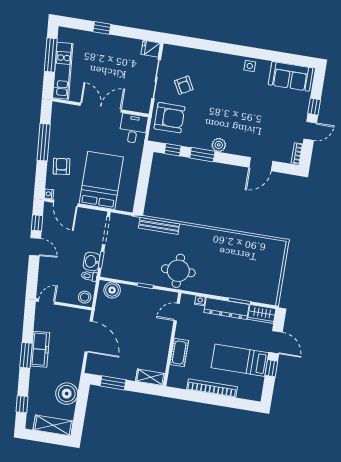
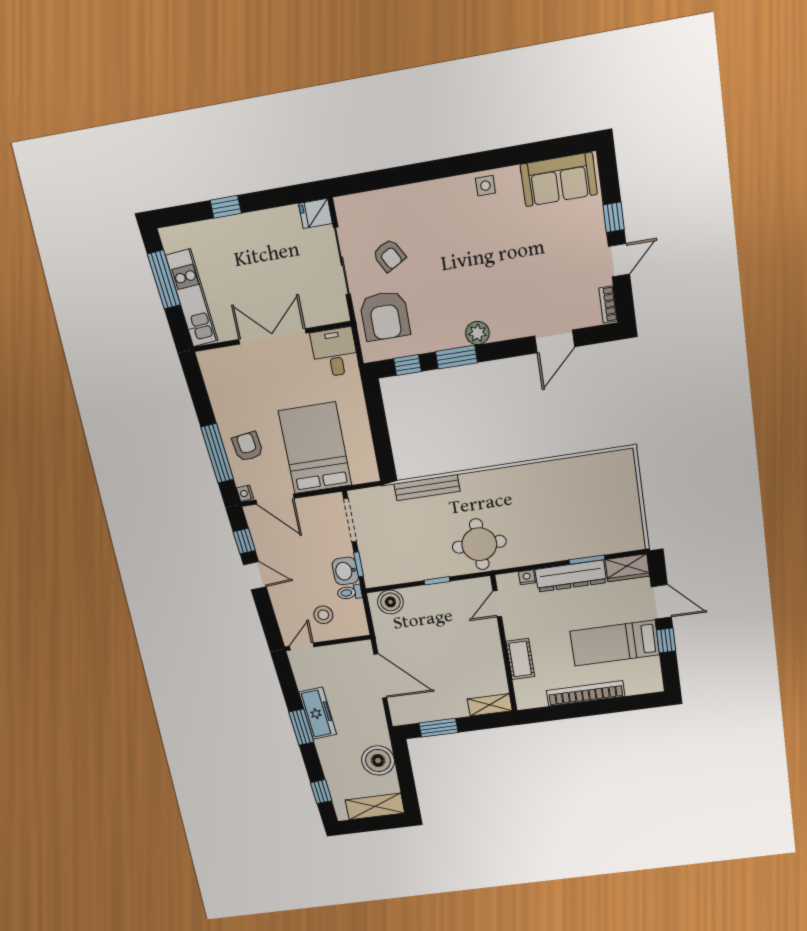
armchair: (169, 118) -> (385, 316), turned 90
window: (44, 142) -> (217, 453), moved
stool: (85, 297) -> (323, 615), moved

